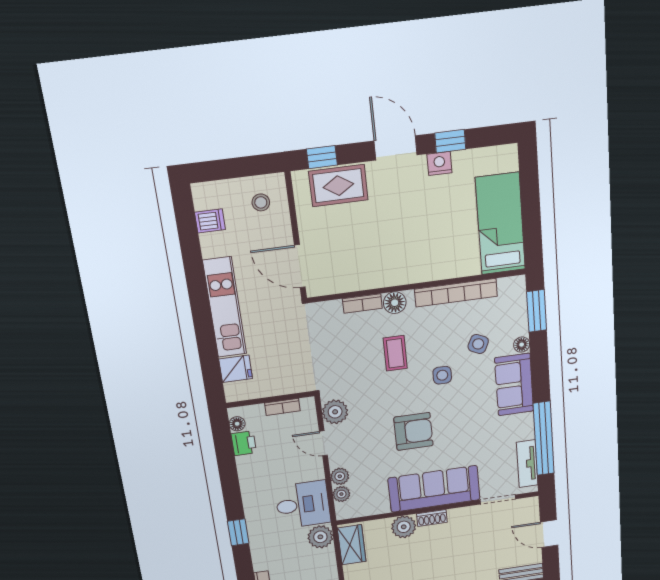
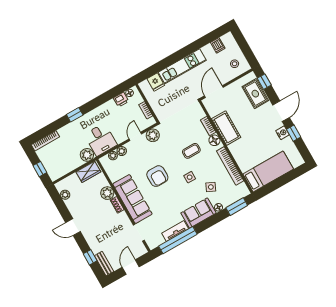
cot: (381, 271) -> (226, 128), added
tv unit: (527, 464) -> (175, 231), moved

